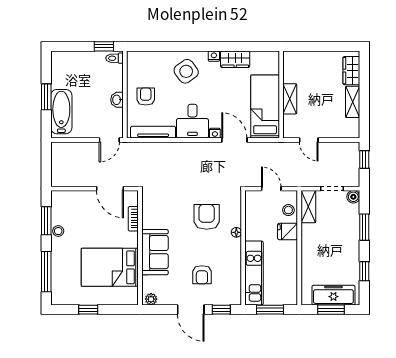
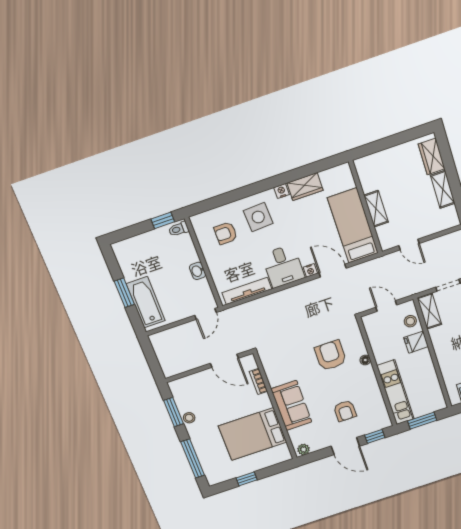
side table: (186, 71) -> (258, 217), turned 33
armchair: (146, 97) -> (226, 233), moved, turned -90

